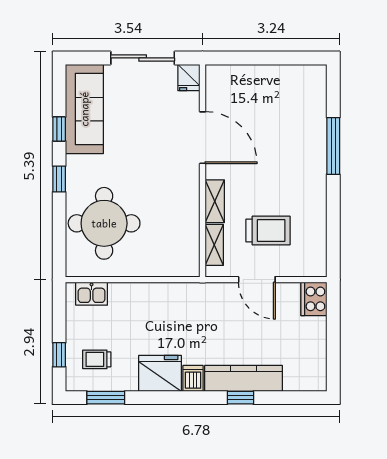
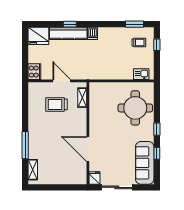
shelving: (215, 201) -> (33, 170), moved
fridge: (160, 373) -> (38, 36), moved

